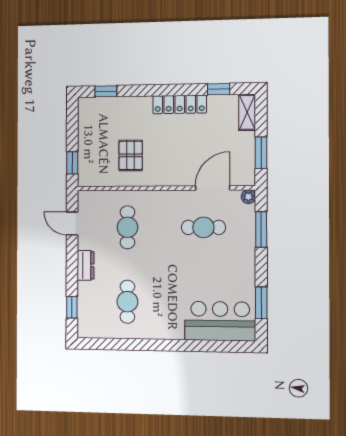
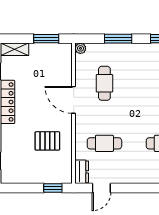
door: (213, 188) -> (74, 100), moved
window: (261, 230) -> (118, 39), moved
dresser: (86, 265) -> (82, 172), moved, turned 90

